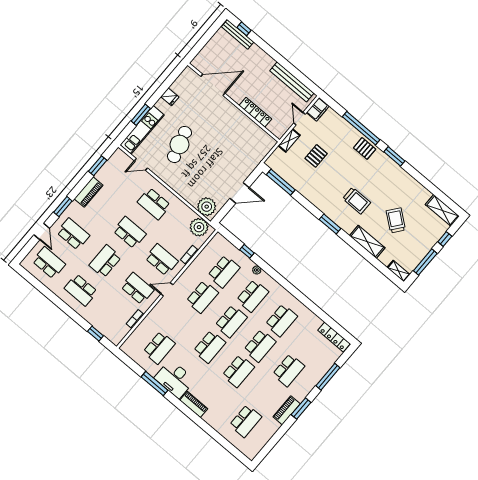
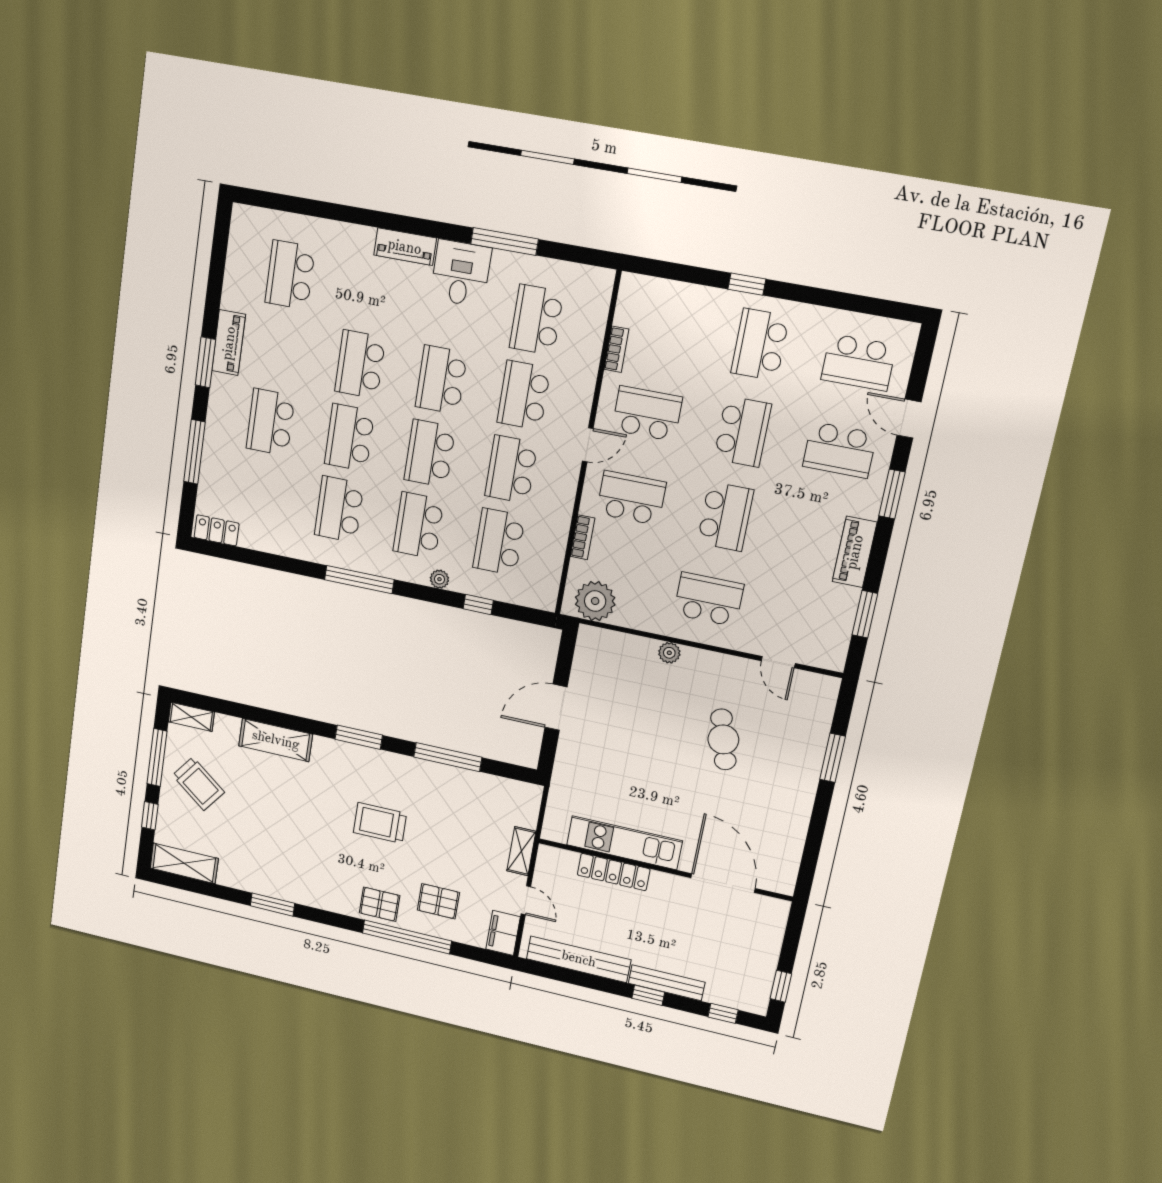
window: (213, 29) -> (781, 986), added
bench: (238, 34) -> (667, 983), moved
window: (271, 52) -> (648, 995), added
door: (213, 85) -> (723, 883), swing flipped
fridge: (170, 97) -> (794, 820), removed
kitchen unit: (142, 130) -> (624, 843), moved, turned 90
cafe table: (179, 144) -> (723, 739), width x0.73, depth x0.74
pallet: (316, 156) -> (438, 901), moved, turned 90
window: (394, 156) -> (272, 905), moved
door: (141, 164) -> (778, 662), swing flipped
window: (281, 182) -> (448, 757), moved
trolley: (357, 201) -> (380, 823), moved
plant: (207, 207) -> (669, 653), moved, width x0.53, depth x0.53
trolley: (396, 220) -> (198, 784), moved
school desk: (130, 232) -> (725, 516), turned -90
school desk: (162, 260) -> (631, 498), turned 180
school desk: (137, 288) -> (647, 414), turned 180
window: (290, 288) -> (359, 580), added
school desk: (81, 290) -> (760, 345), turned -90
school desk: (181, 322) -> (524, 395), added
window: (95, 334) -> (747, 284), moved
locker: (334, 337) -> (217, 530), width x0.66
desk: (175, 379) -> (461, 273), width x0.73

